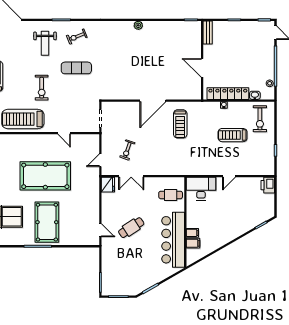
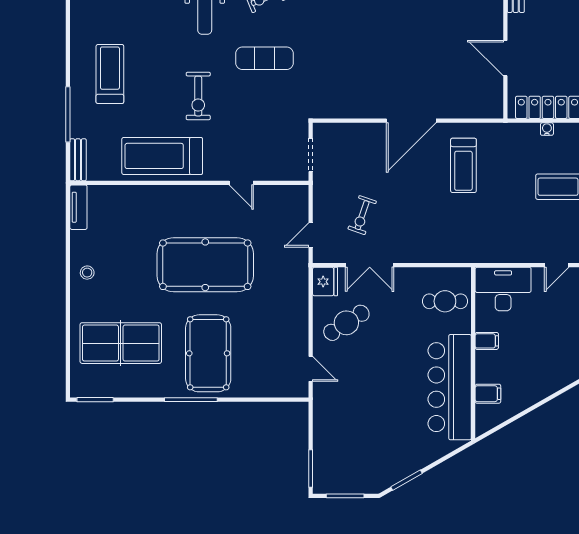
cafe table: (131, 228) -> (346, 323), moved
filing cabinet: (192, 233) -> (487, 341), moved

